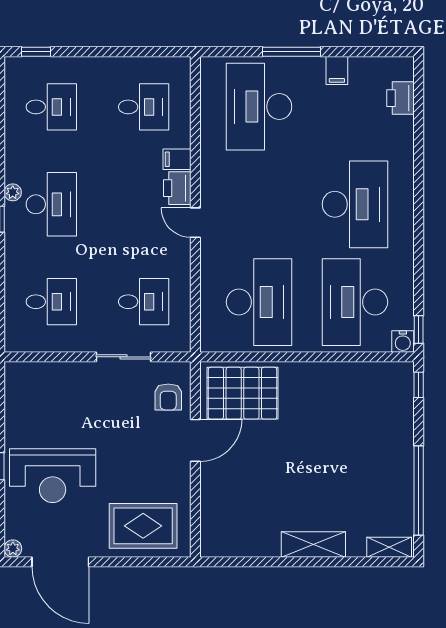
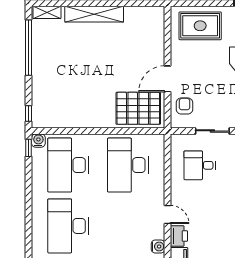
water cooler: (211, 171) -> (158, 246), added
desk: (355, 302) -> (68, 165), turned 180
shelving: (313, 544) -> (94, 14), width x1.47

